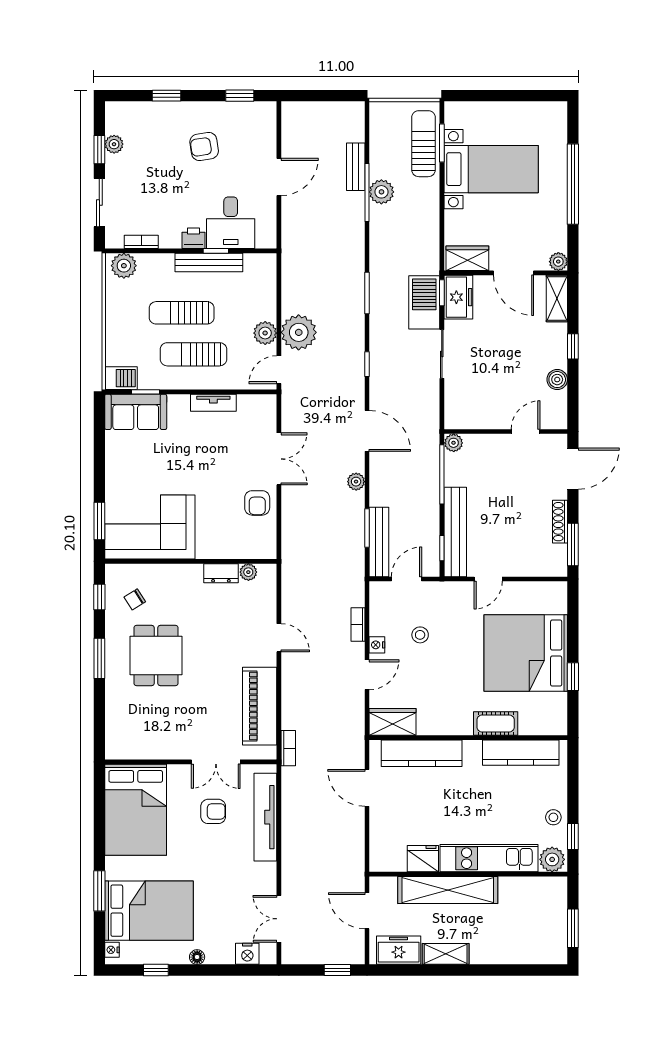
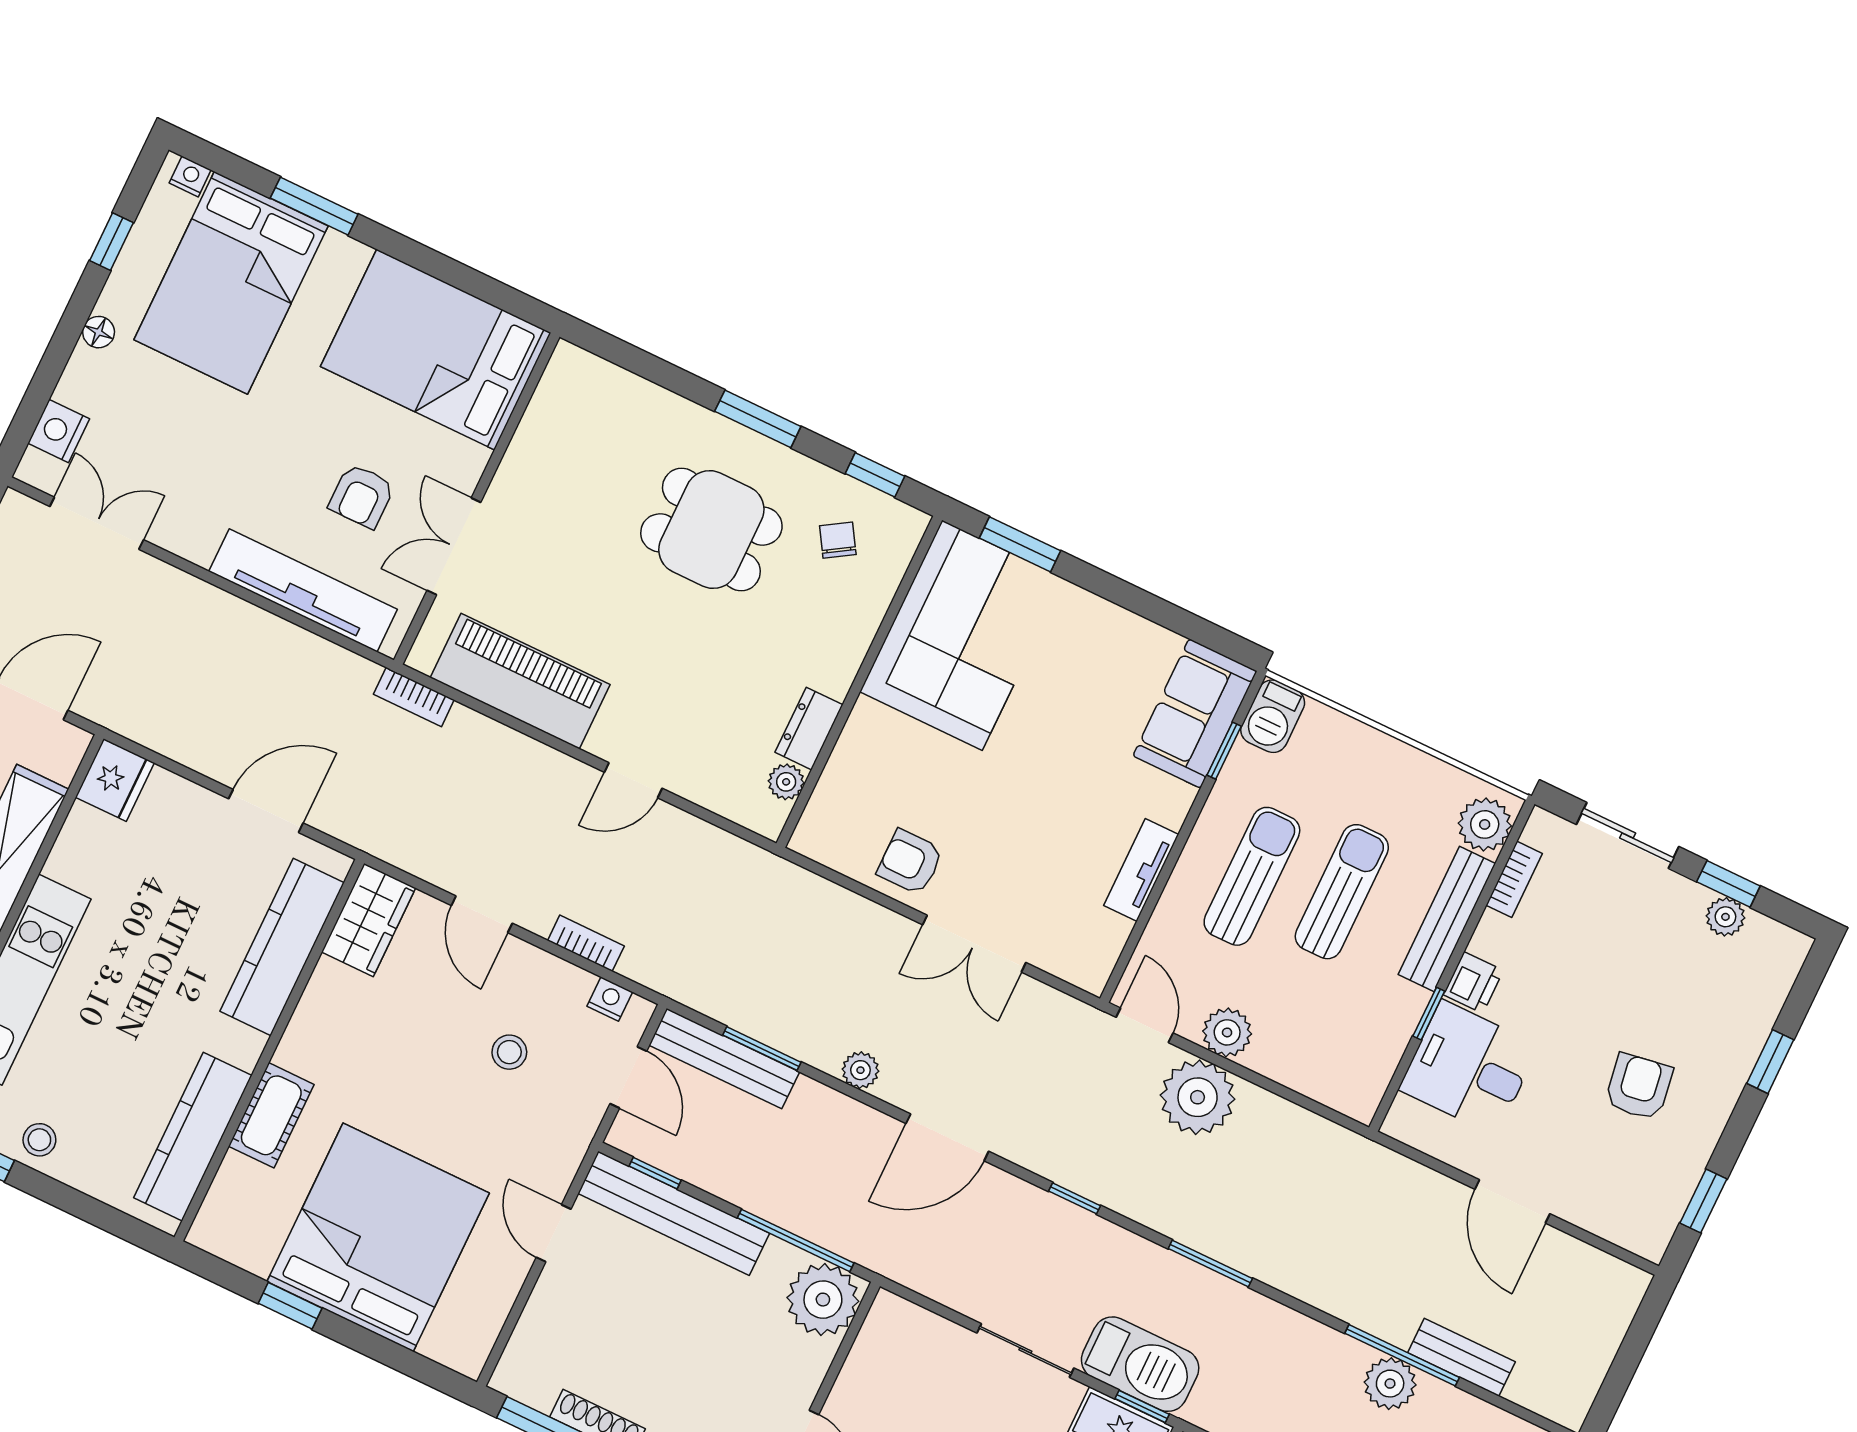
bench: (209, 262) -> (1447, 919), moved
plant: (454, 443) -> (823, 1300), width x1.87, depth x1.87
nightstand: (377, 645) -> (610, 999), moved
fridge: (423, 859) -> (115, 780), moved

